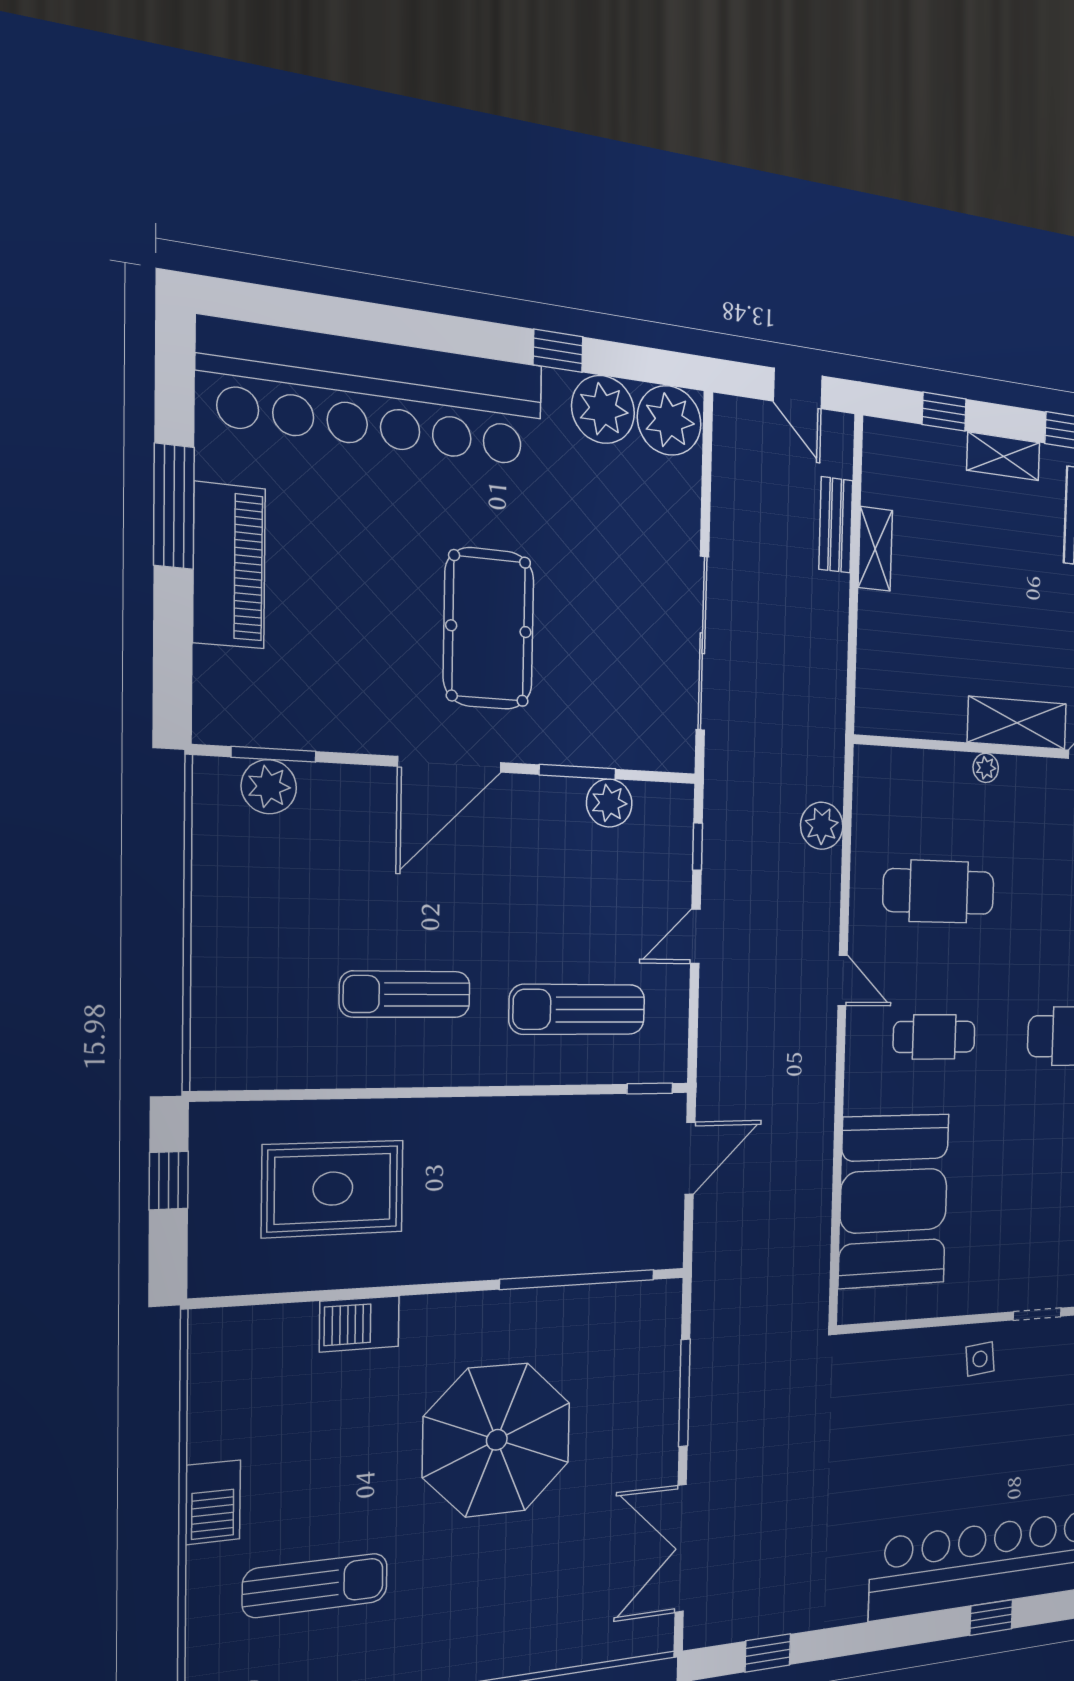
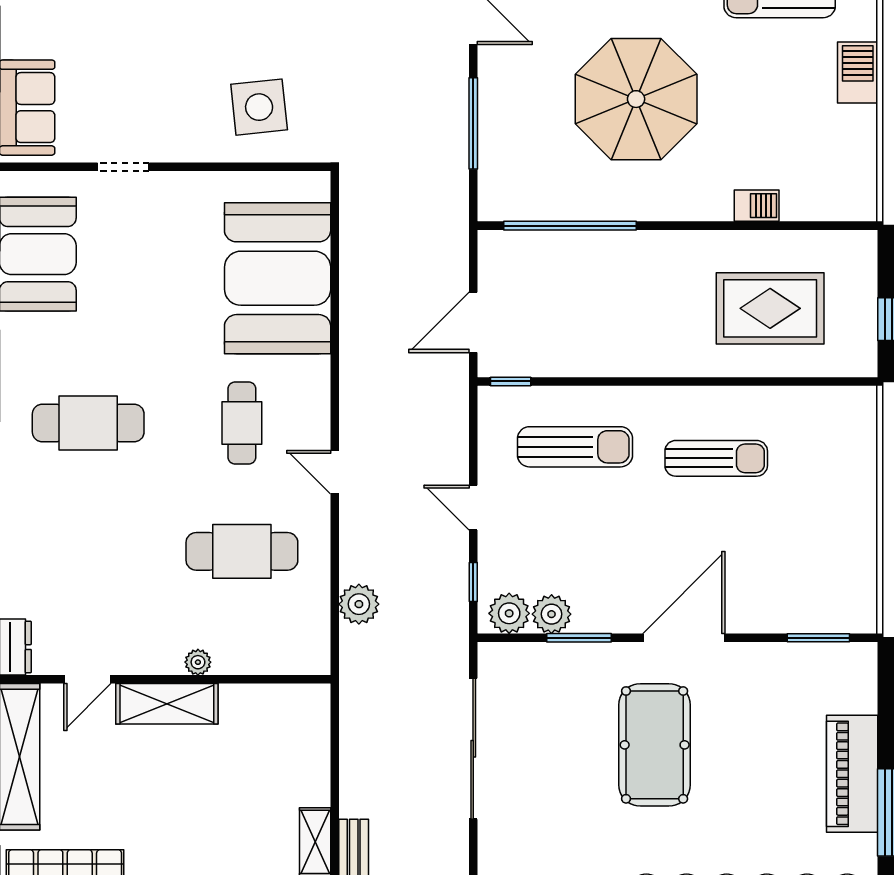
plant: (269, 787) -> (509, 613), moved
door: (695, 936) -> (473, 508), swing flipped
cafe table: (934, 1037) -> (242, 423), turned 90
barbecue: (359, 1324) -> (757, 206), width x0.73, depth x0.79
side table: (980, 1359) -> (259, 107), moved, width x1.87, depth x1.87

